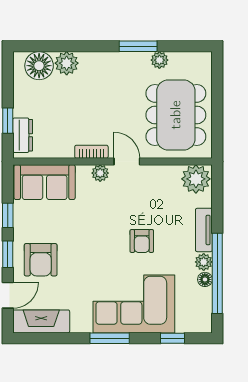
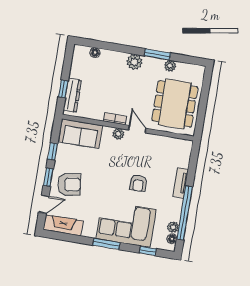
plant: (67, 63) -> (134, 62), moved
floor lamp: (39, 66) -> (95, 52), width x0.53, depth x0.53
dresser: (23, 135) -> (72, 95), width x1.44
plant: (196, 179) -> (181, 148), removed
armchair: (41, 260) -> (69, 184), turned -100
plant: (204, 262) -> (173, 227), moved
floor lamp: (205, 279) -> (172, 239), moved

